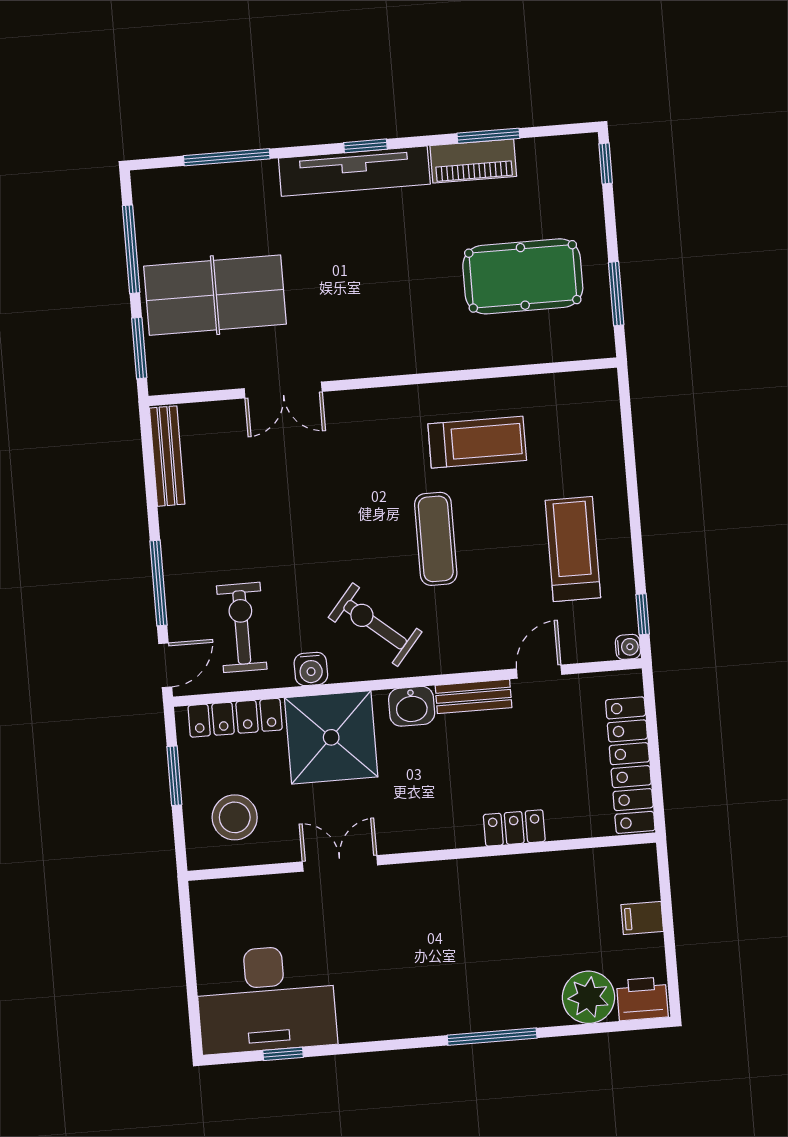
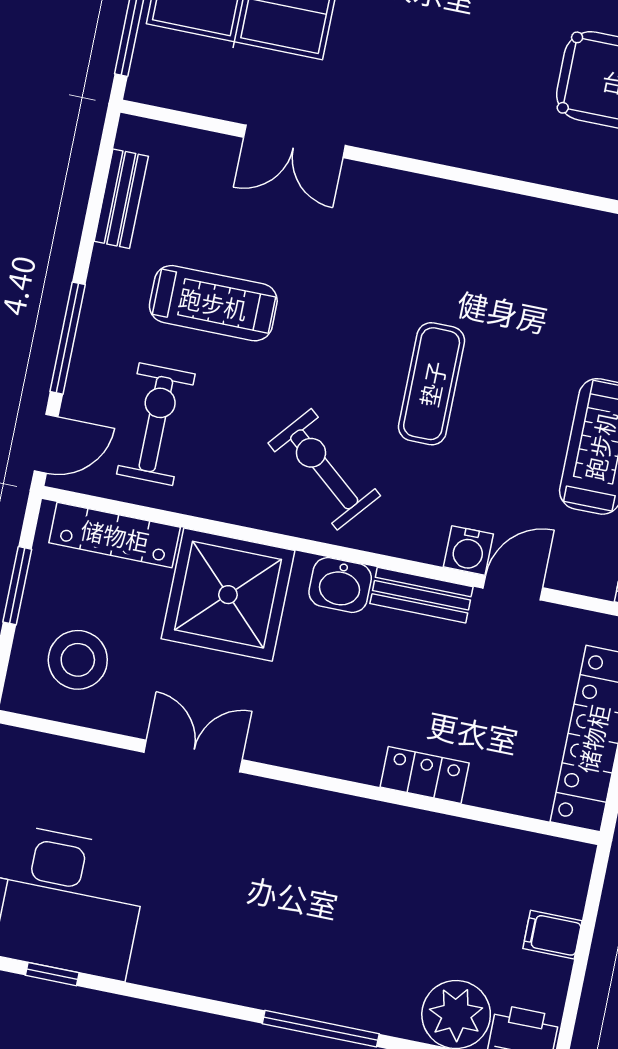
treadmill: (477, 442) -> (213, 303), moved
bench: (167, 456) -> (121, 199), width x0.73
water cooler: (311, 669) -> (468, 550), moved

